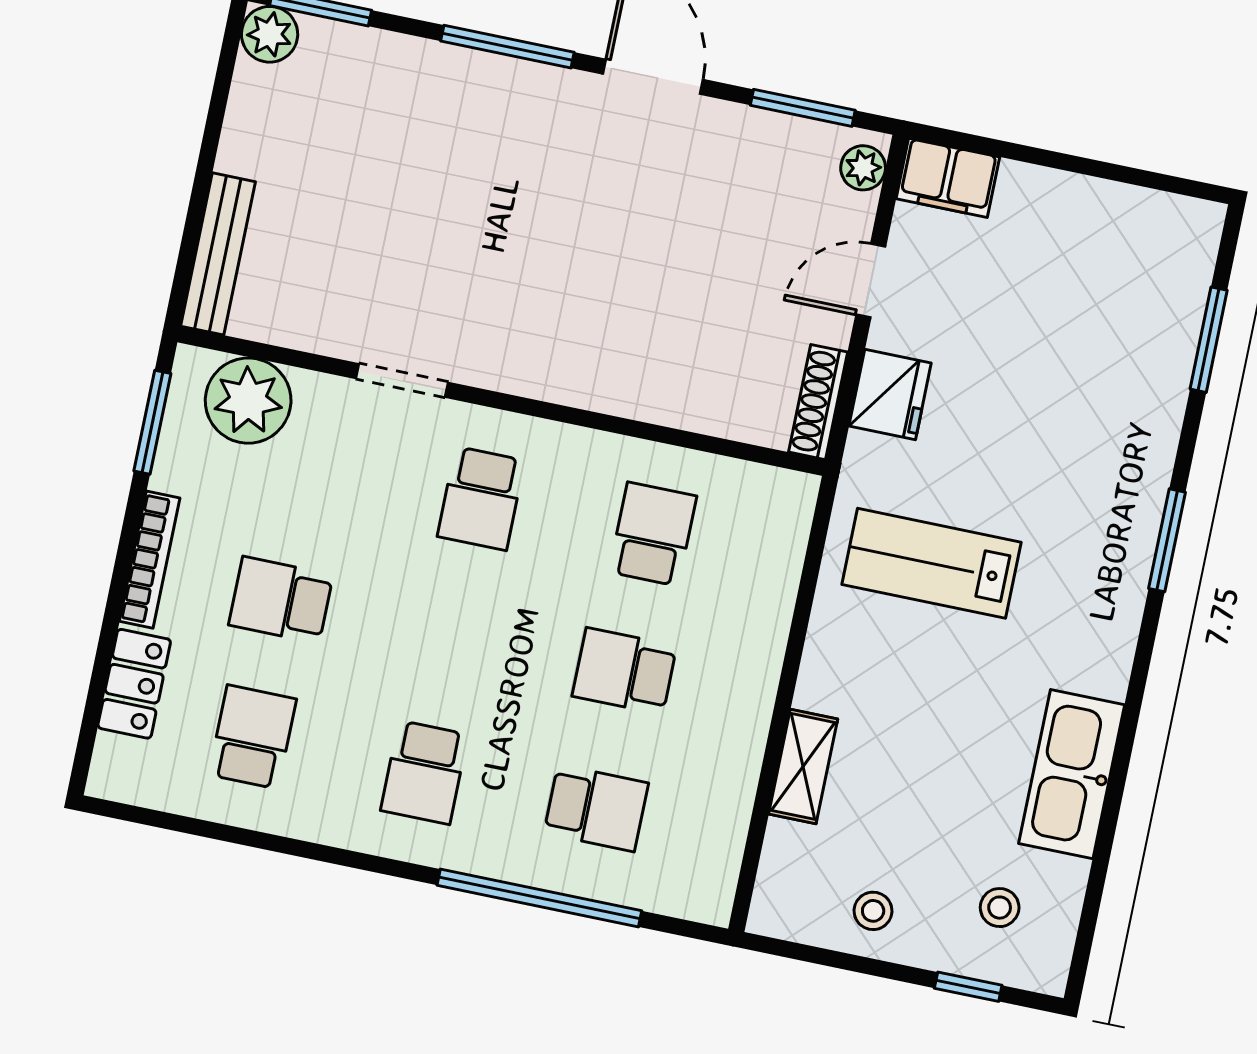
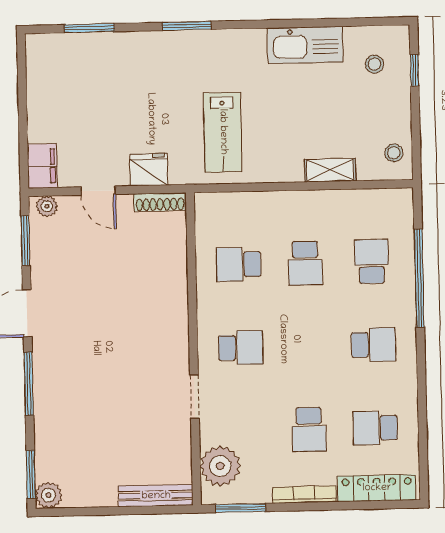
locker: (134, 684) -> (377, 488), width x1.53
stool: (873, 911) -> (394, 153), moved

